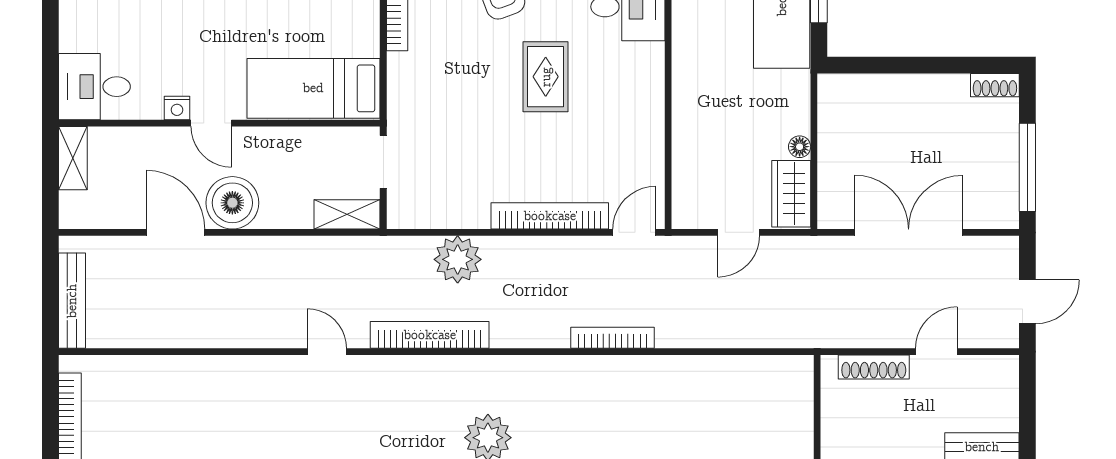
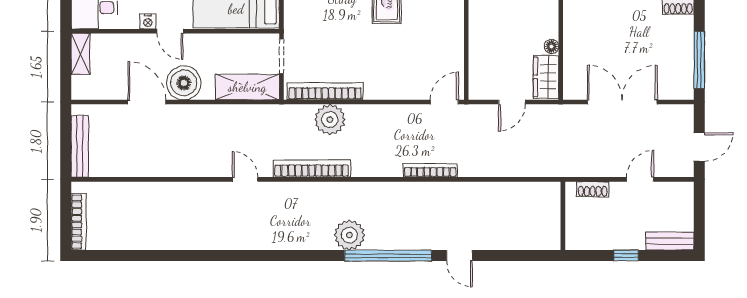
shelving: (347, 214) -> (247, 87), width x1.50, depth x1.33
bookcase: (550, 216) -> (325, 91), moved
shoe rack: (874, 367) -> (593, 189), width x0.70

